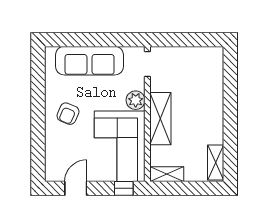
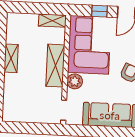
shelving: (216, 163) -> (11, 58), moved
window: (124, 188) -> (99, 11), moved

